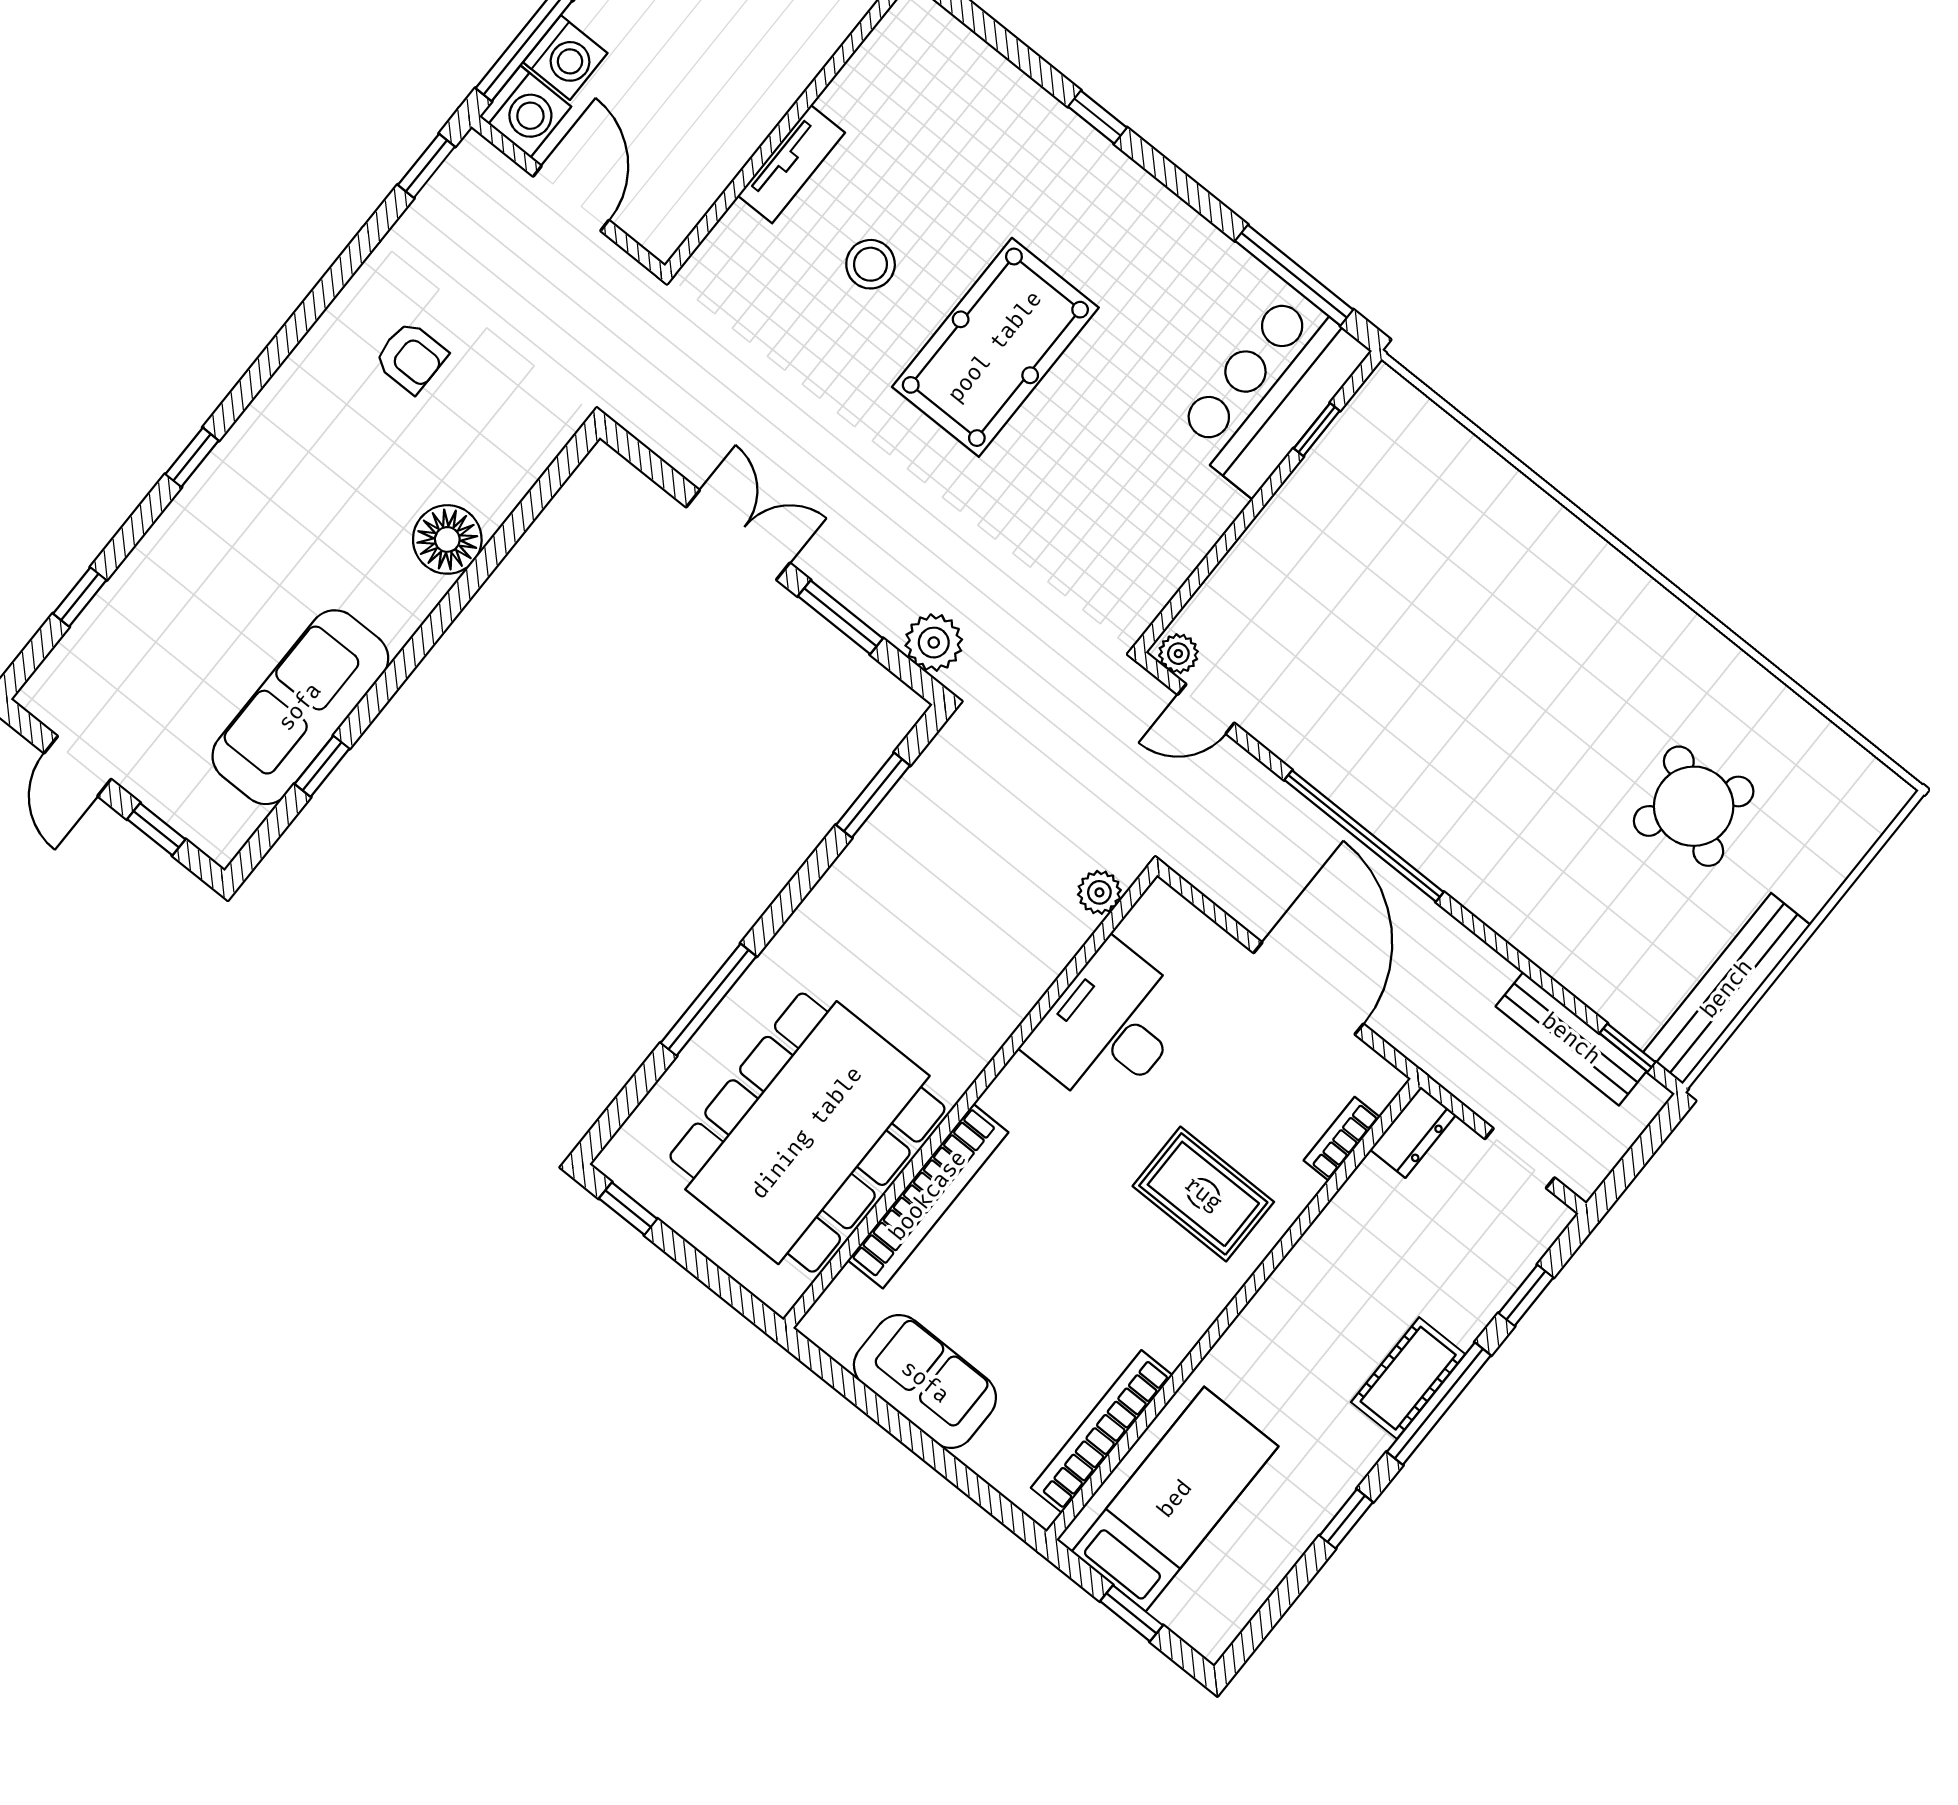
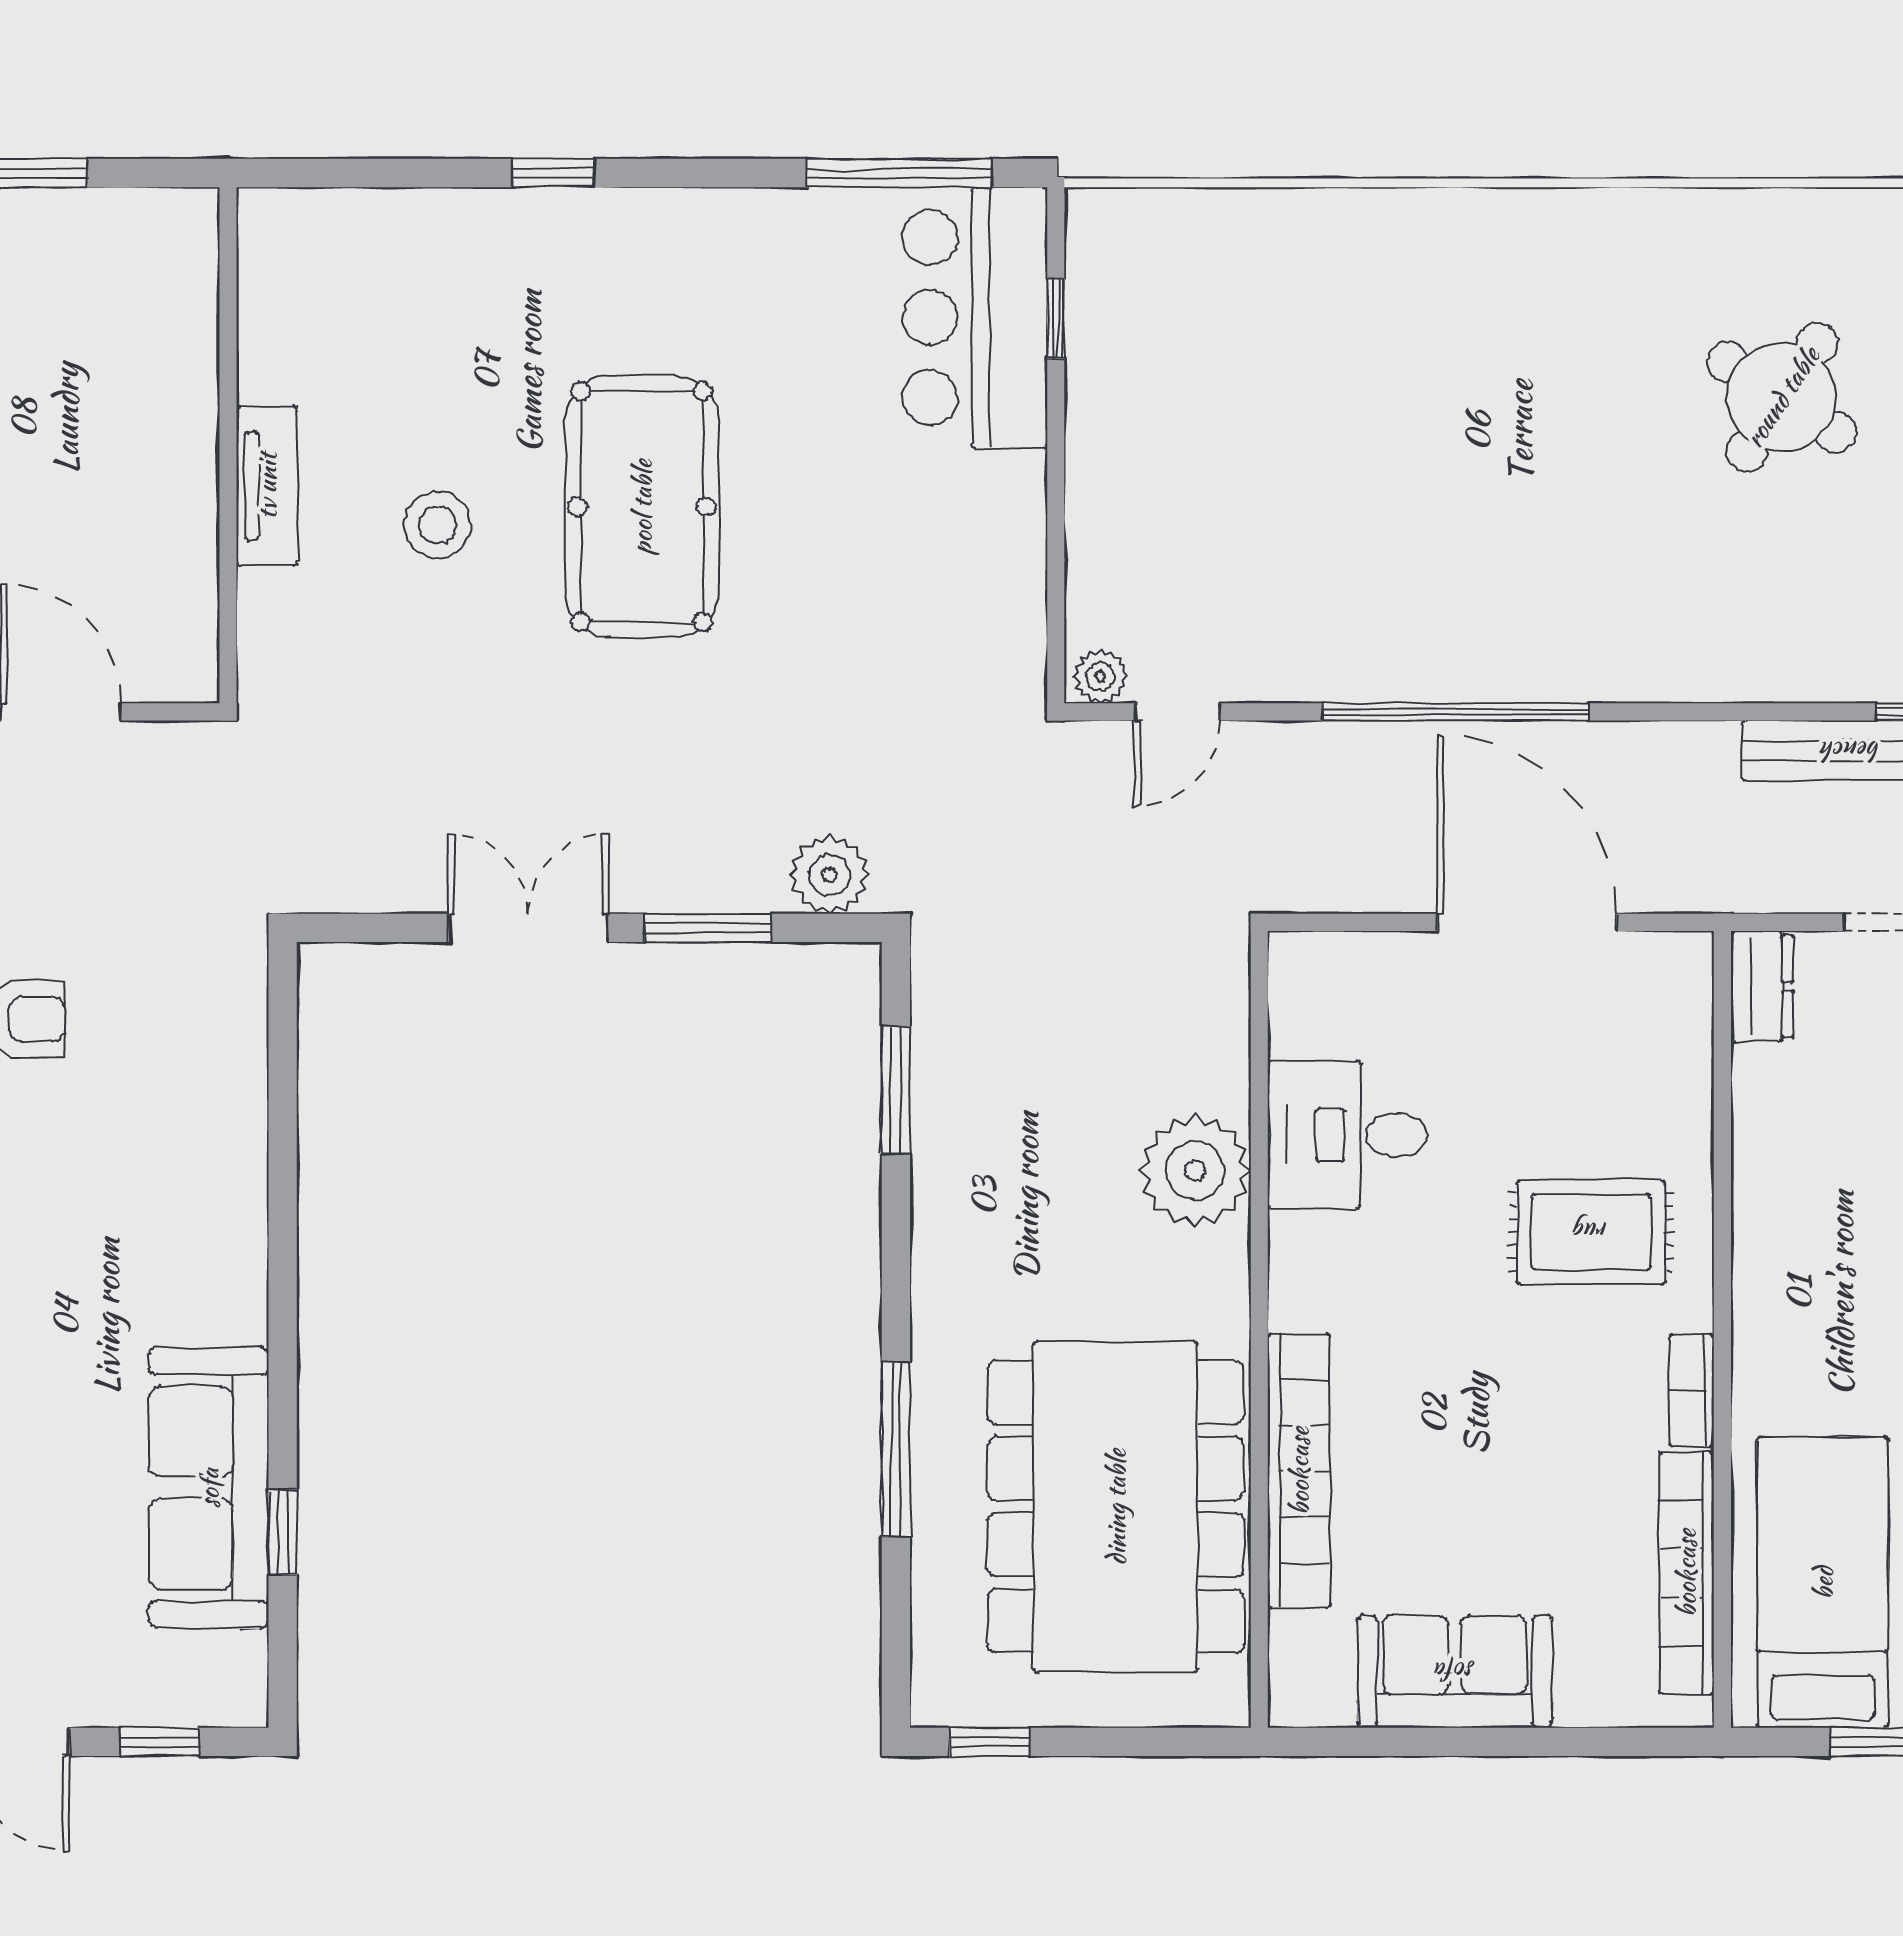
floor lamp: (447, 539) -> (222, 1182), removed
plant: (1099, 892) -> (1195, 1171), moved, width x1.87, depth x1.87
desk: (1109, 1027) -> (1347, 1135), width x0.73
bookcase: (1342, 1139) -> (1692, 1390), moved

